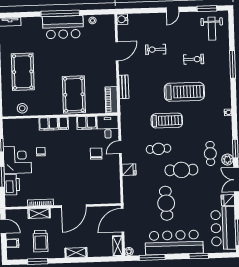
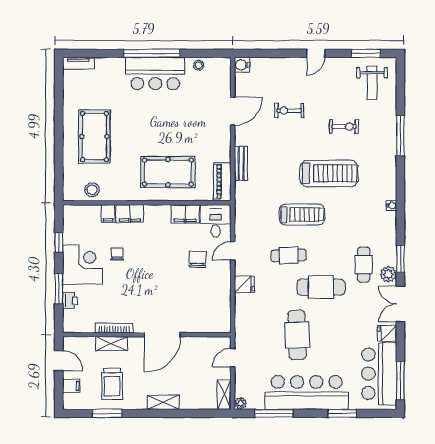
pool table: (74, 95) -> (168, 172), turned 90
filing cabinet: (64, 123) -> (108, 214), moved
printer: (12, 185) -> (70, 300), width x0.53, depth x0.68
door: (123, 220) -> (233, 358), width x0.53

